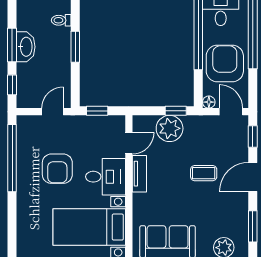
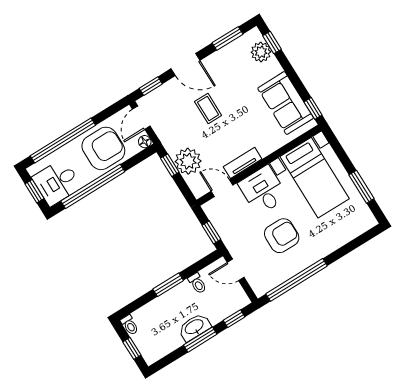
toilet: (61, 20) -> (197, 283), moved
armchair: (225, 63) -> (103, 148), turned 180

